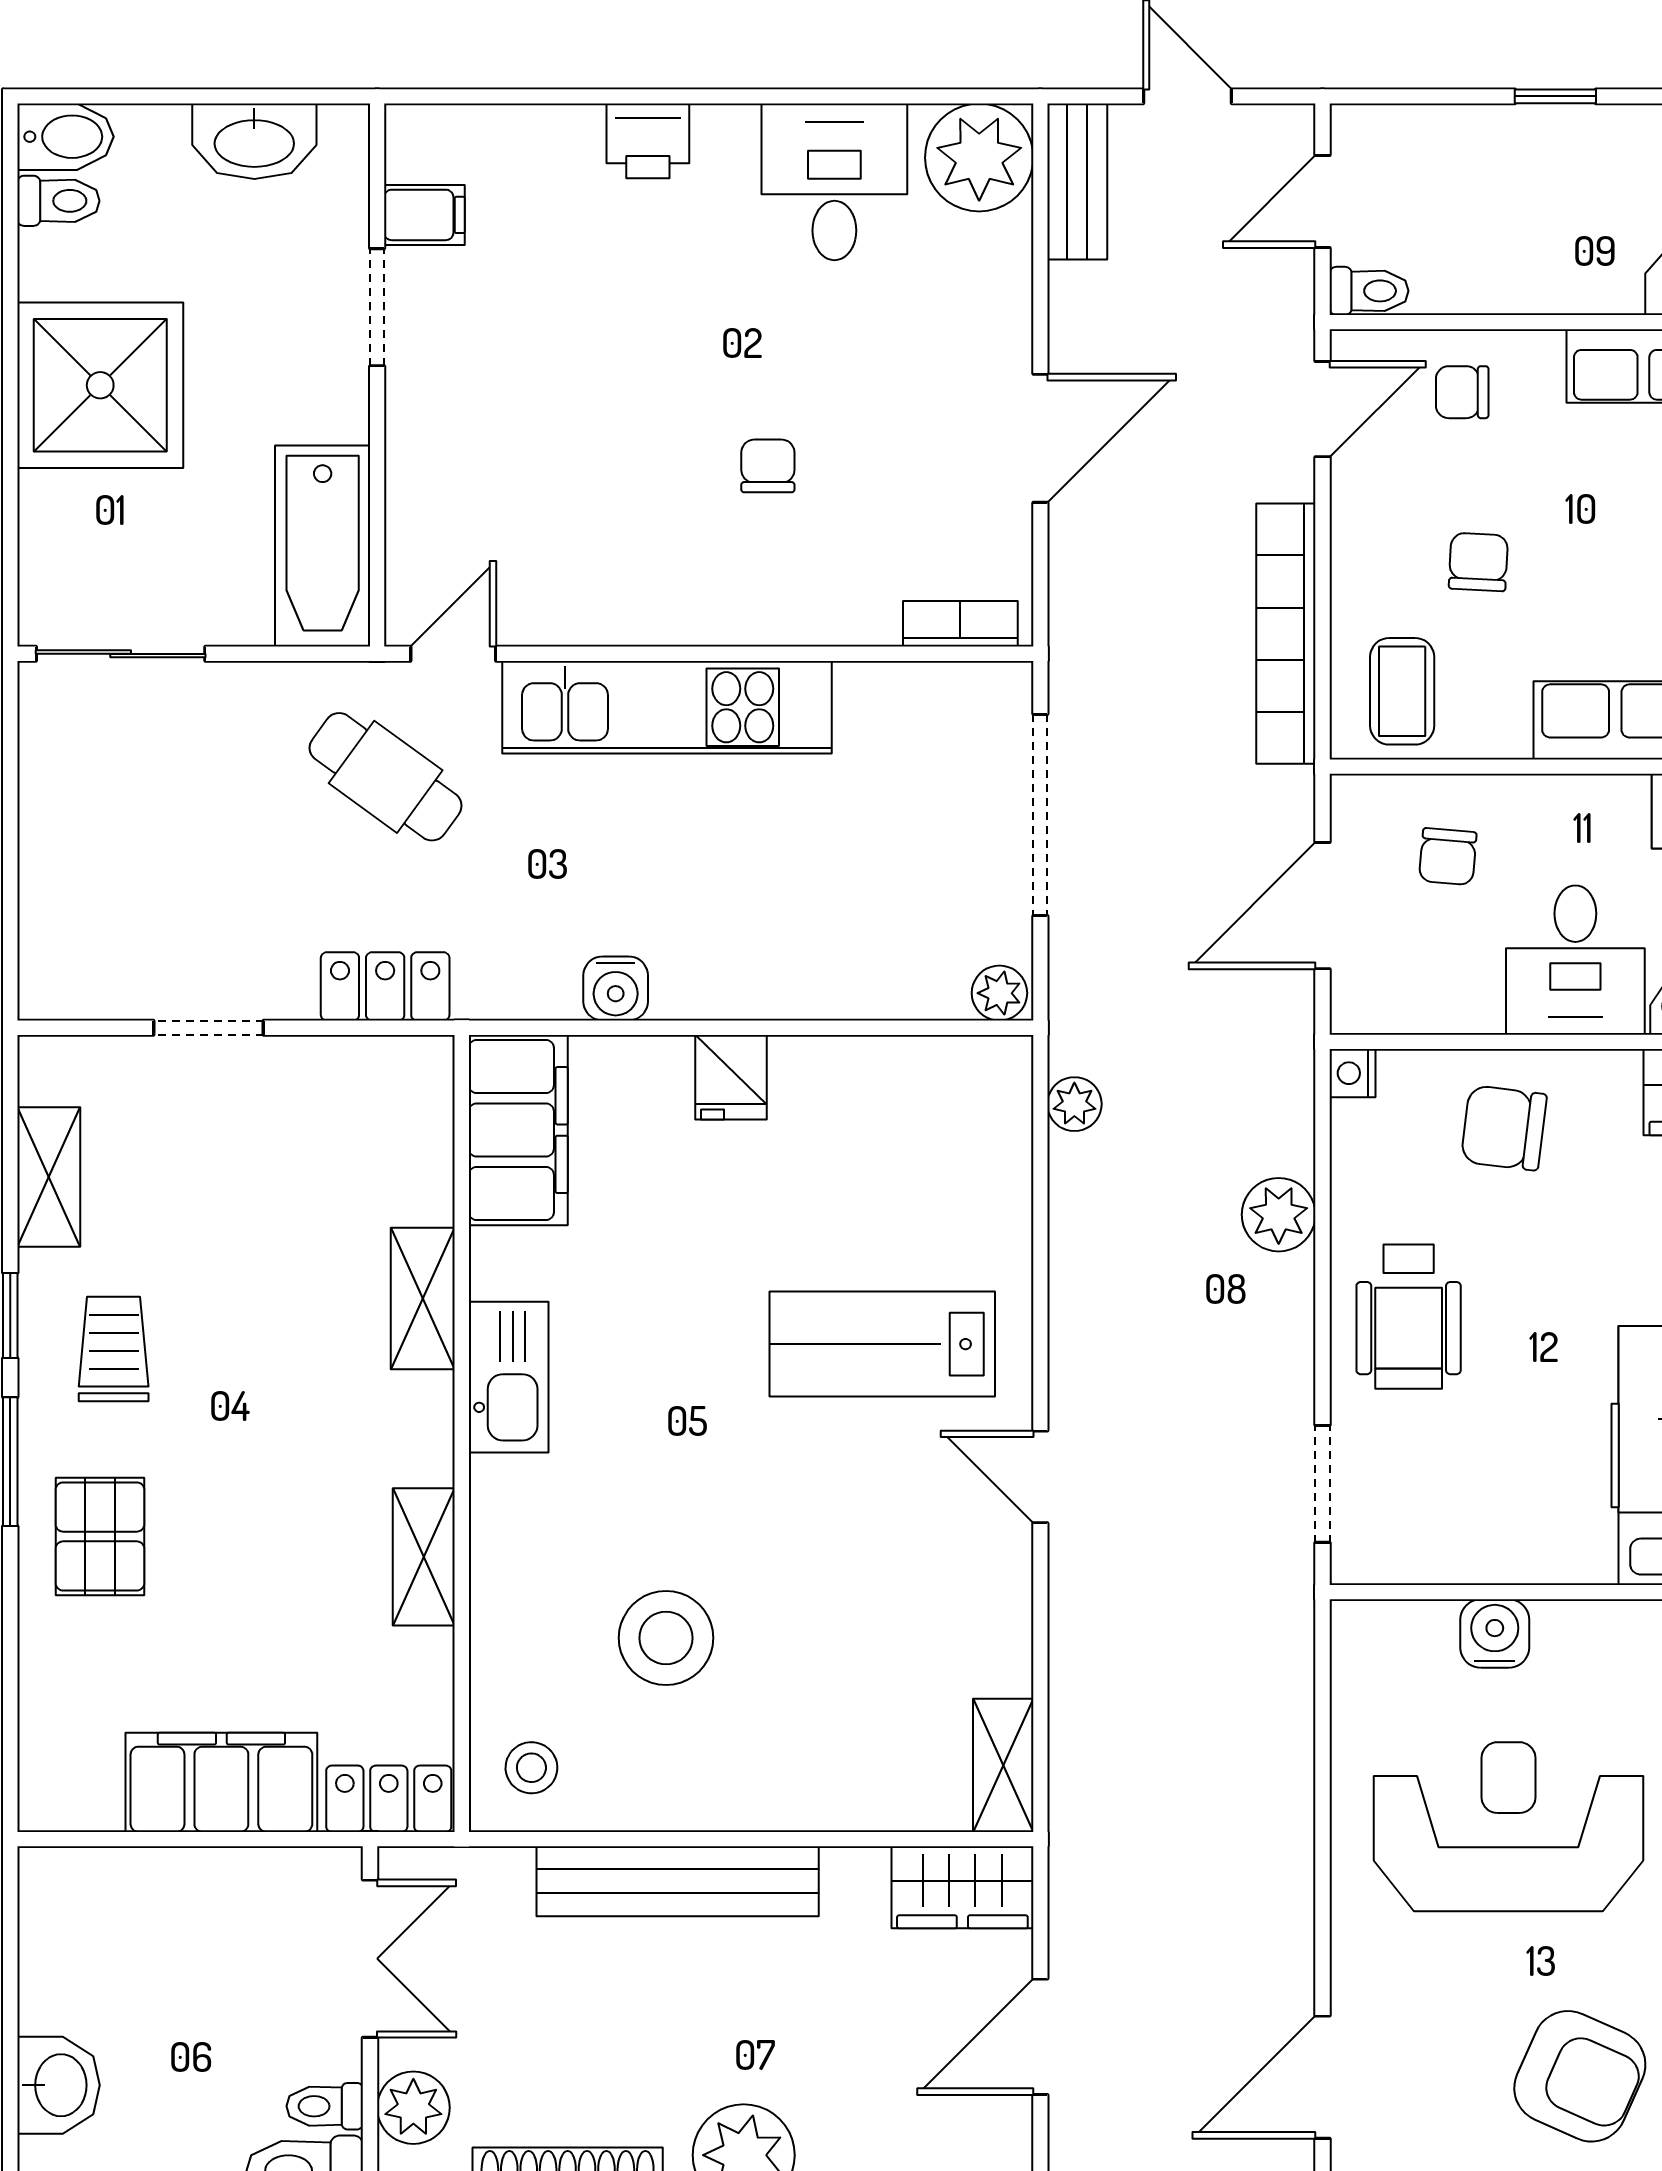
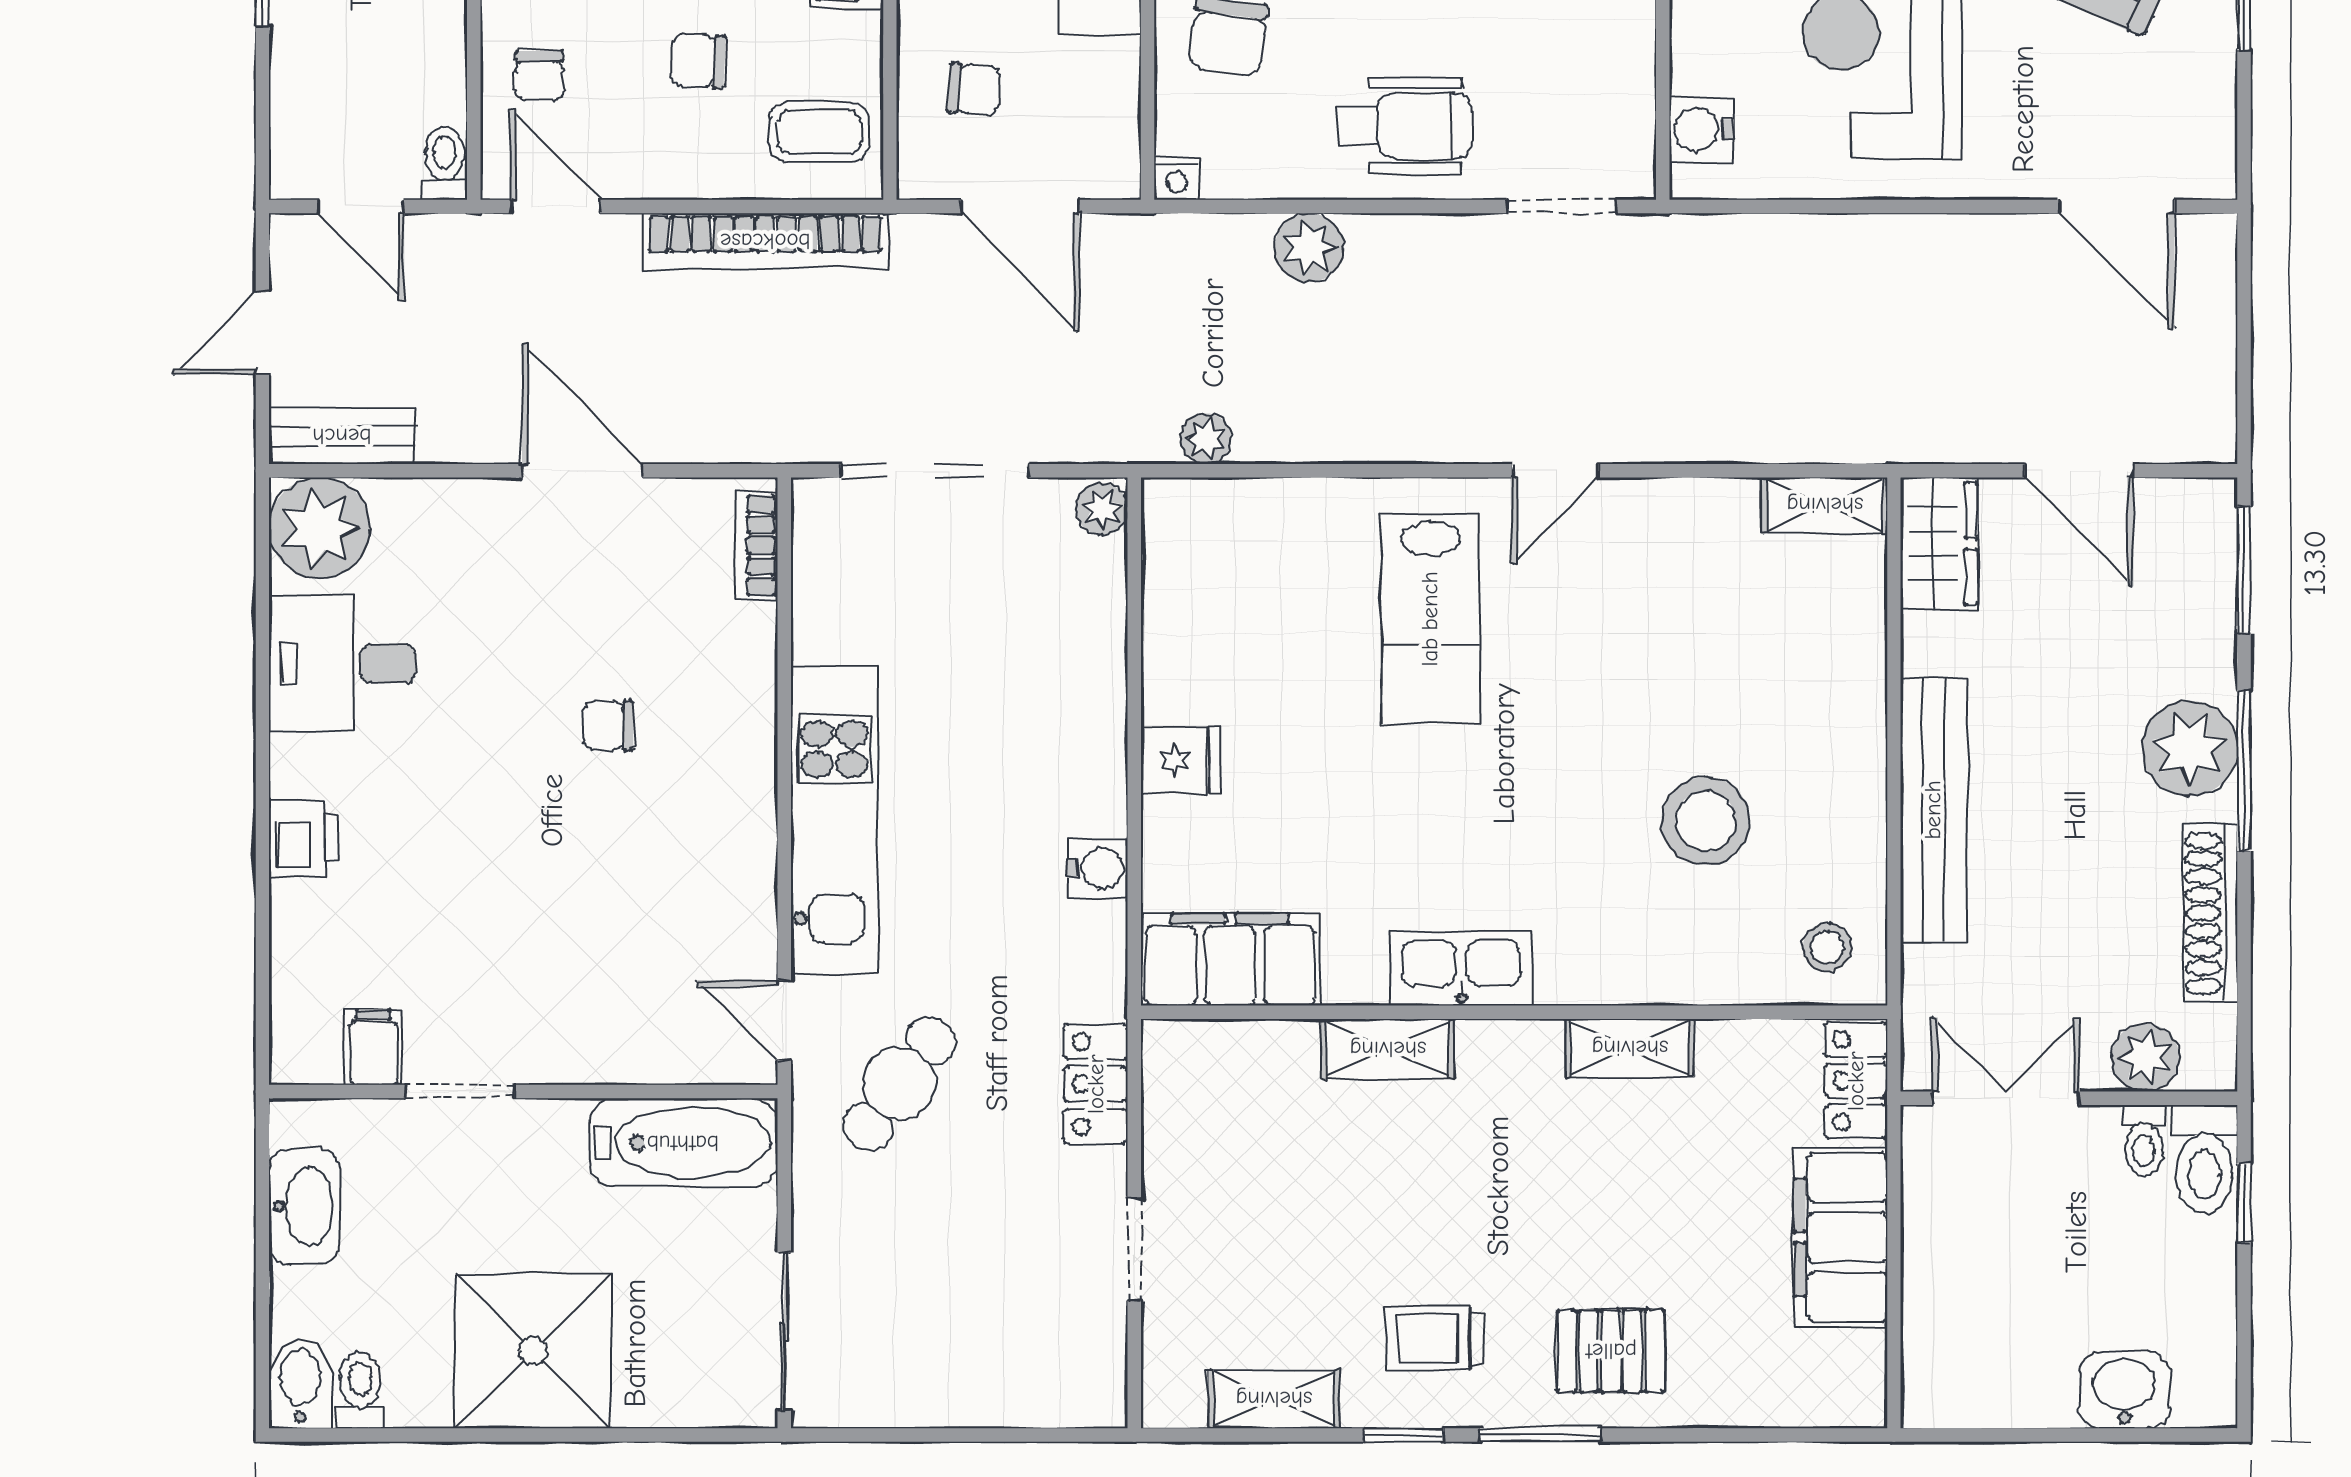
water cooler: (1495, 1634) -> (1701, 130), moved

